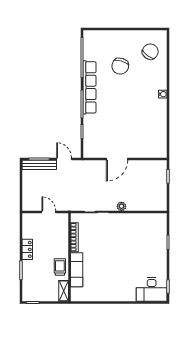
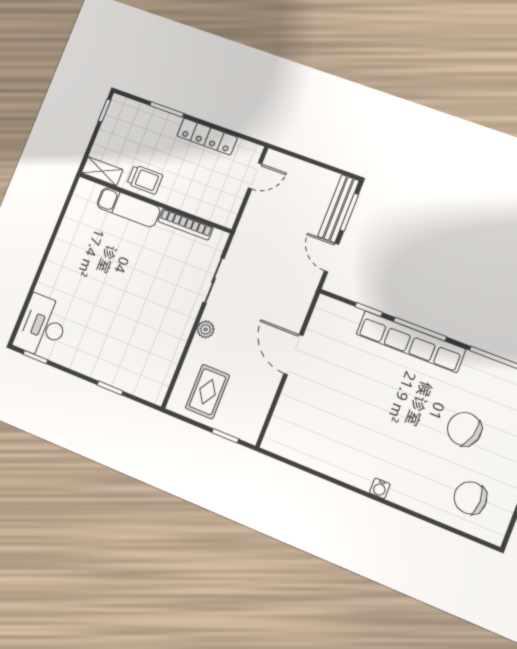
chair: (150, 52) -> (470, 498), turned 144
row of seats: (89, 87) -> (411, 342), moved
door: (64, 159) -> (331, 258), swing flipped
rug: (151, 193) -> (207, 392), added
door: (49, 212) -> (255, 176), moved
locker: (27, 249) -> (207, 137), width x1.53

